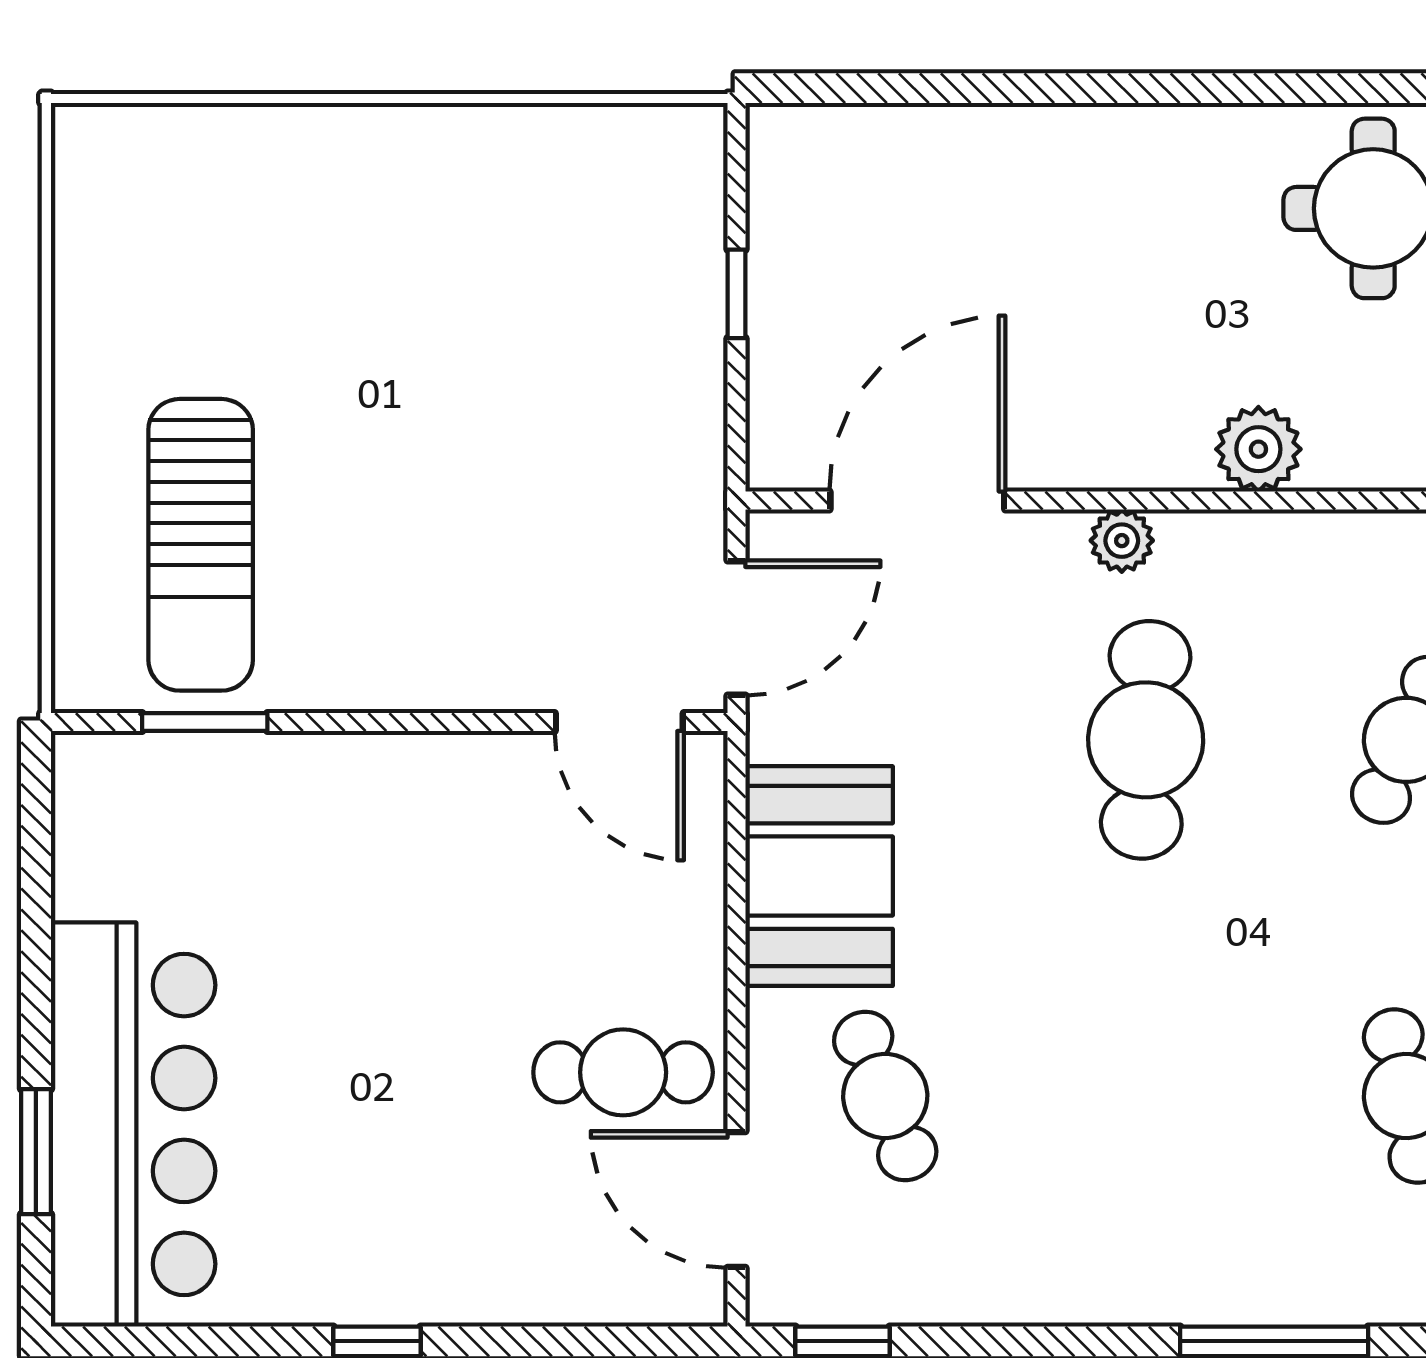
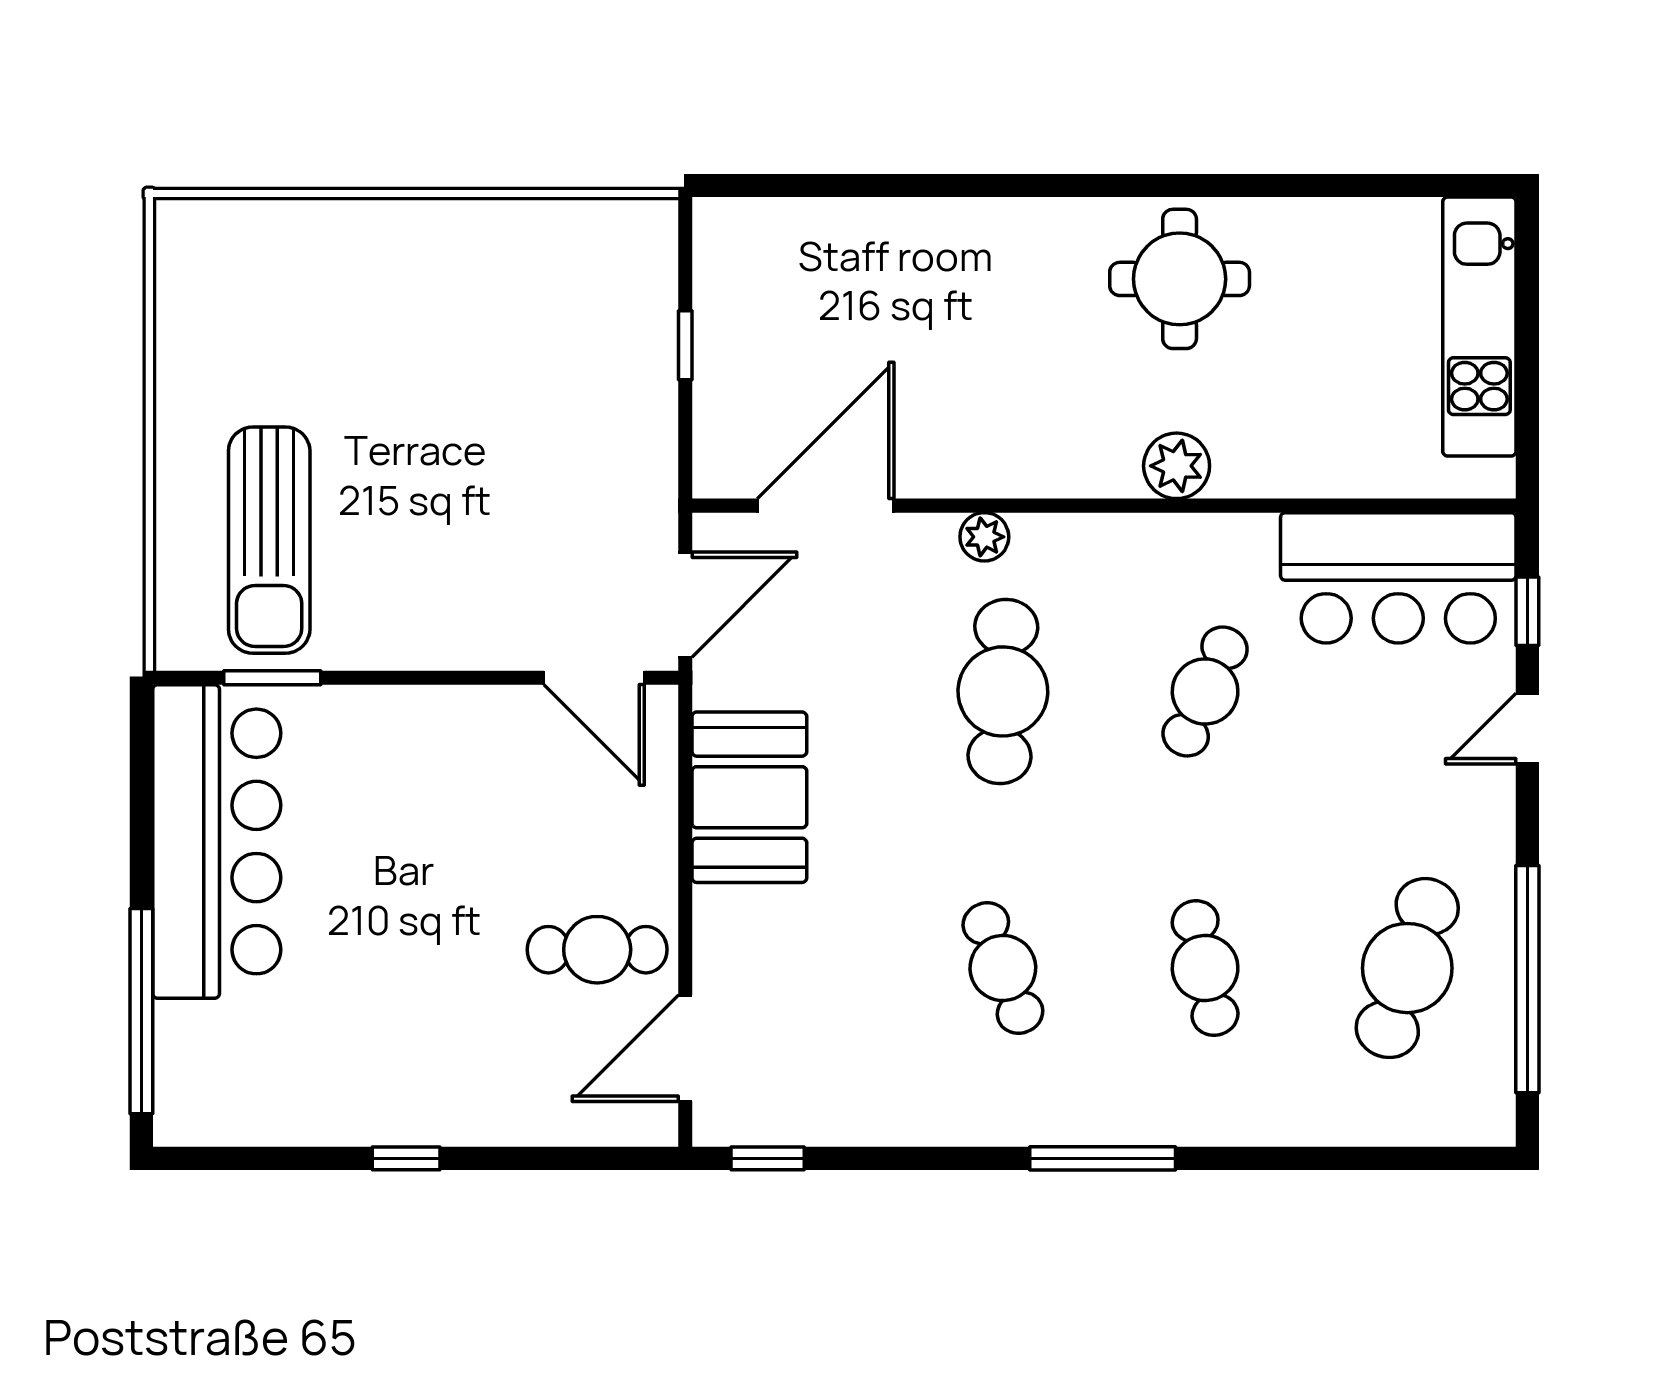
plant: (1258, 449) -> (1177, 466), moved
cafe table: (885, 1096) -> (1003, 968), moved
bar counter: (133, 1124) -> (217, 841), moved
window: (36, 1152) -> (141, 1011), width x2.11
door: (736, 1199) -> (685, 1048), hinge flipped

